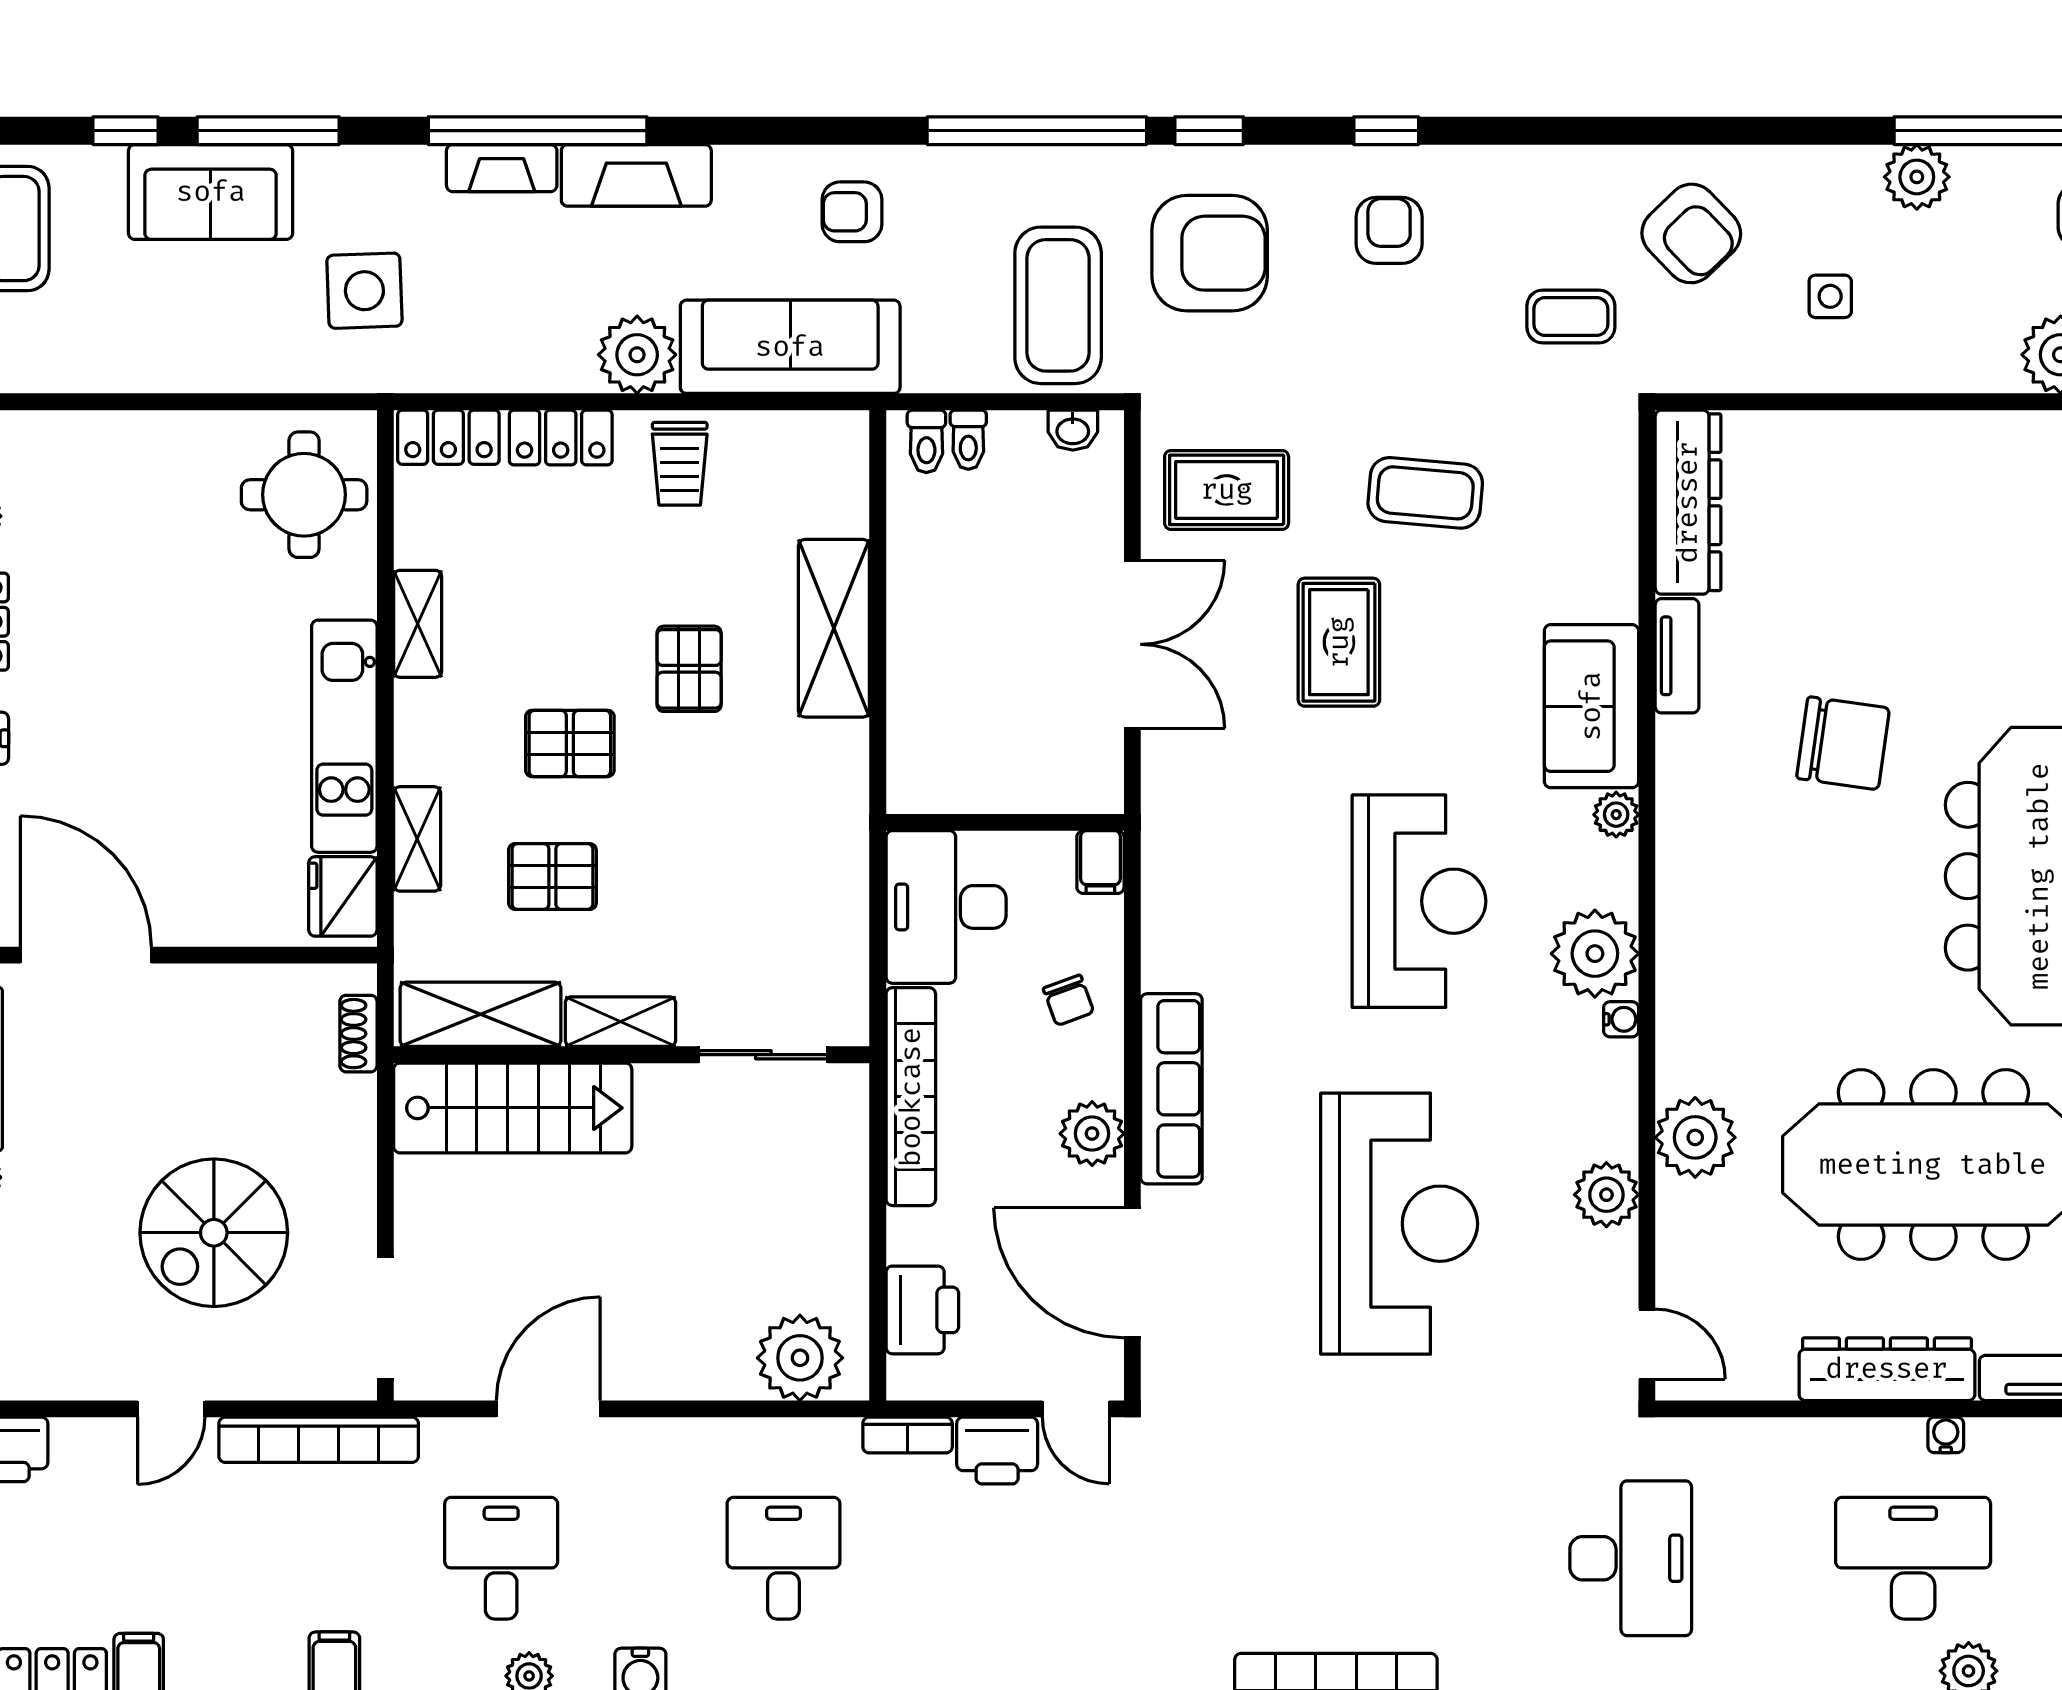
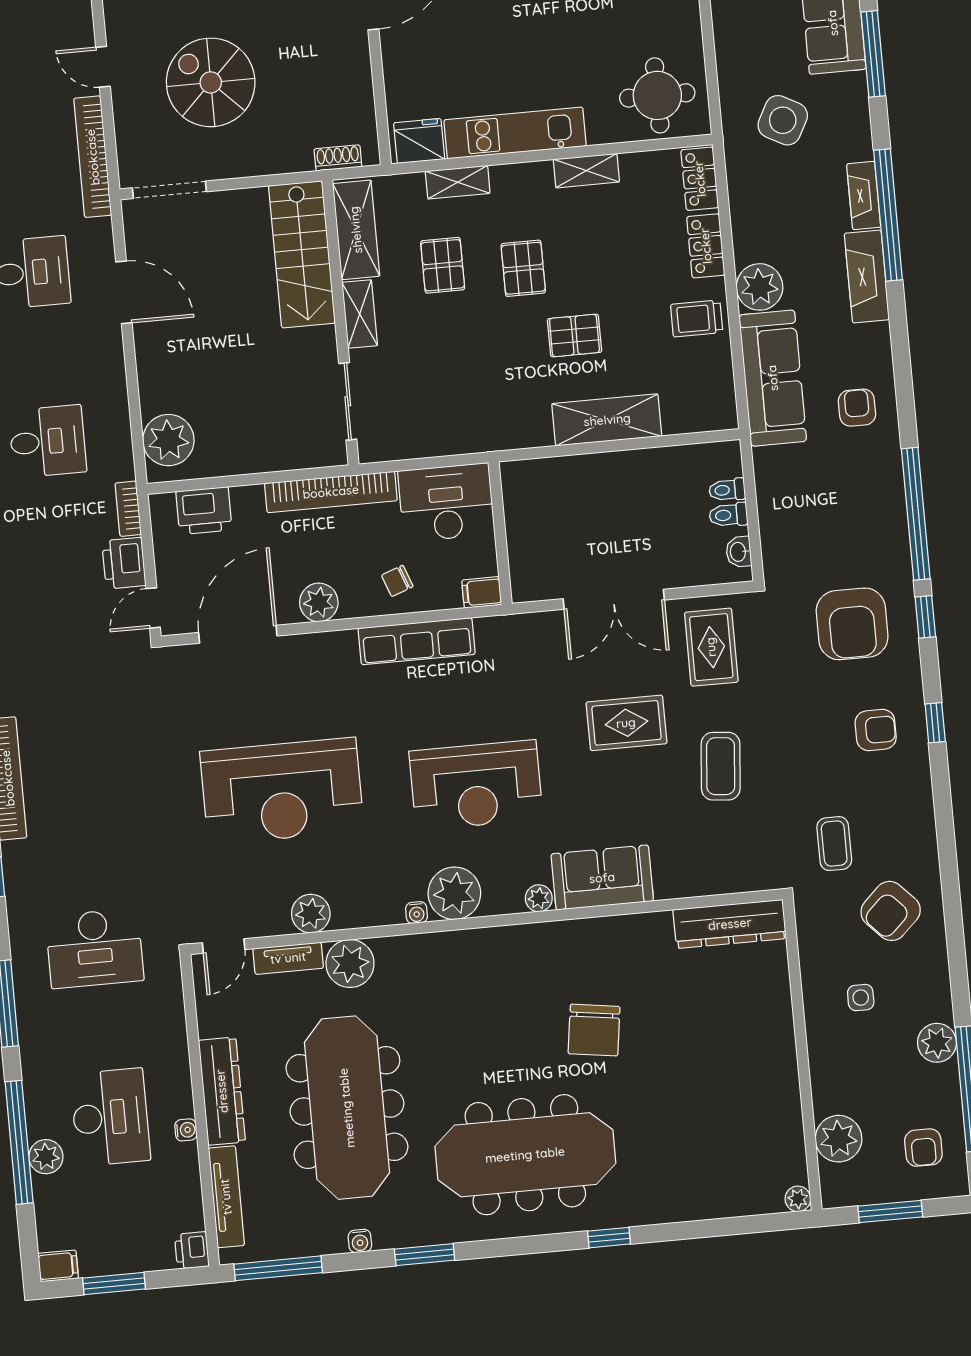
side table: (364, 291) -> (783, 120), turned 30
coffee table: (1058, 305) -> (812, 536), removed
toilet: (926, 441) -> (728, 515), moved
tv unit: (1677, 656) -> (288, 958), moved
row of seats: (1171, 1089) -> (417, 641), moved

